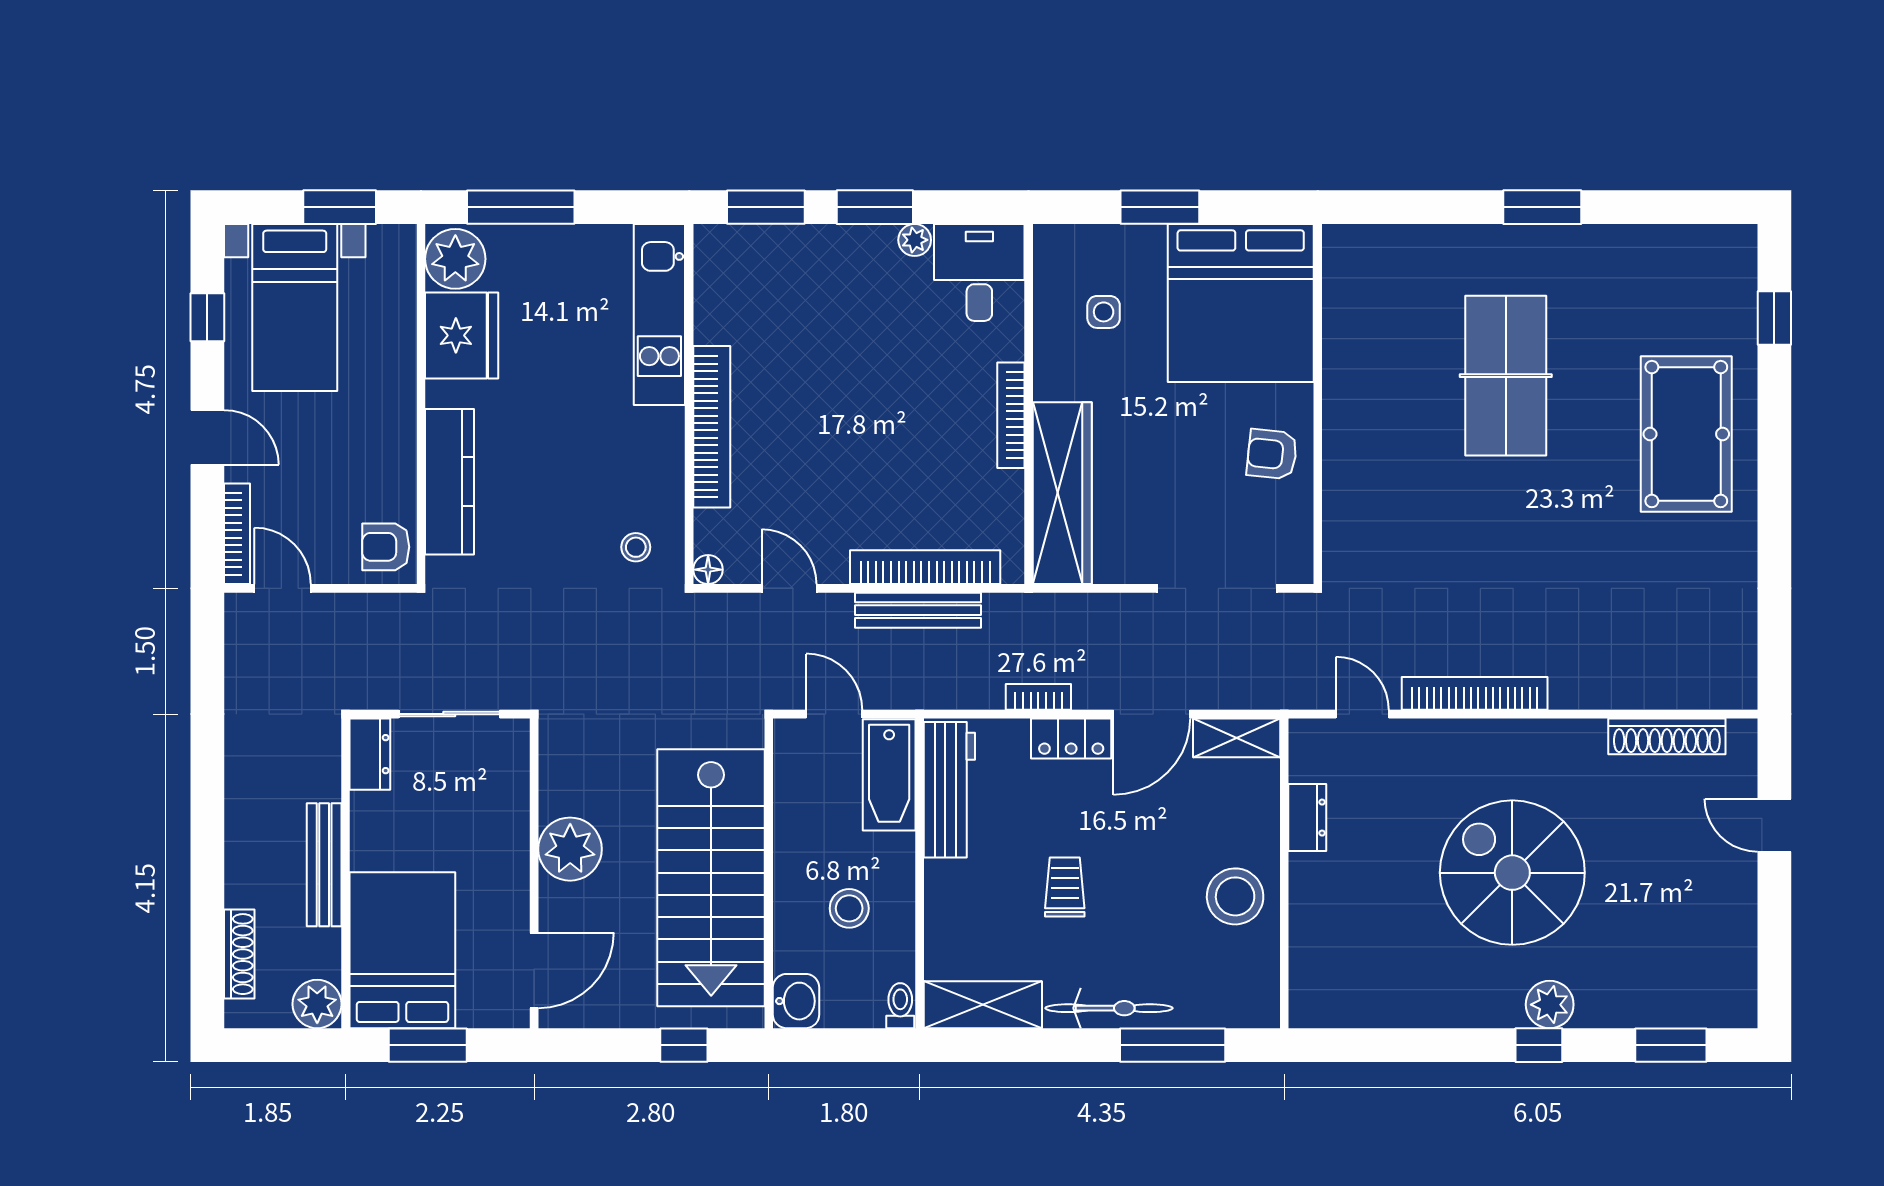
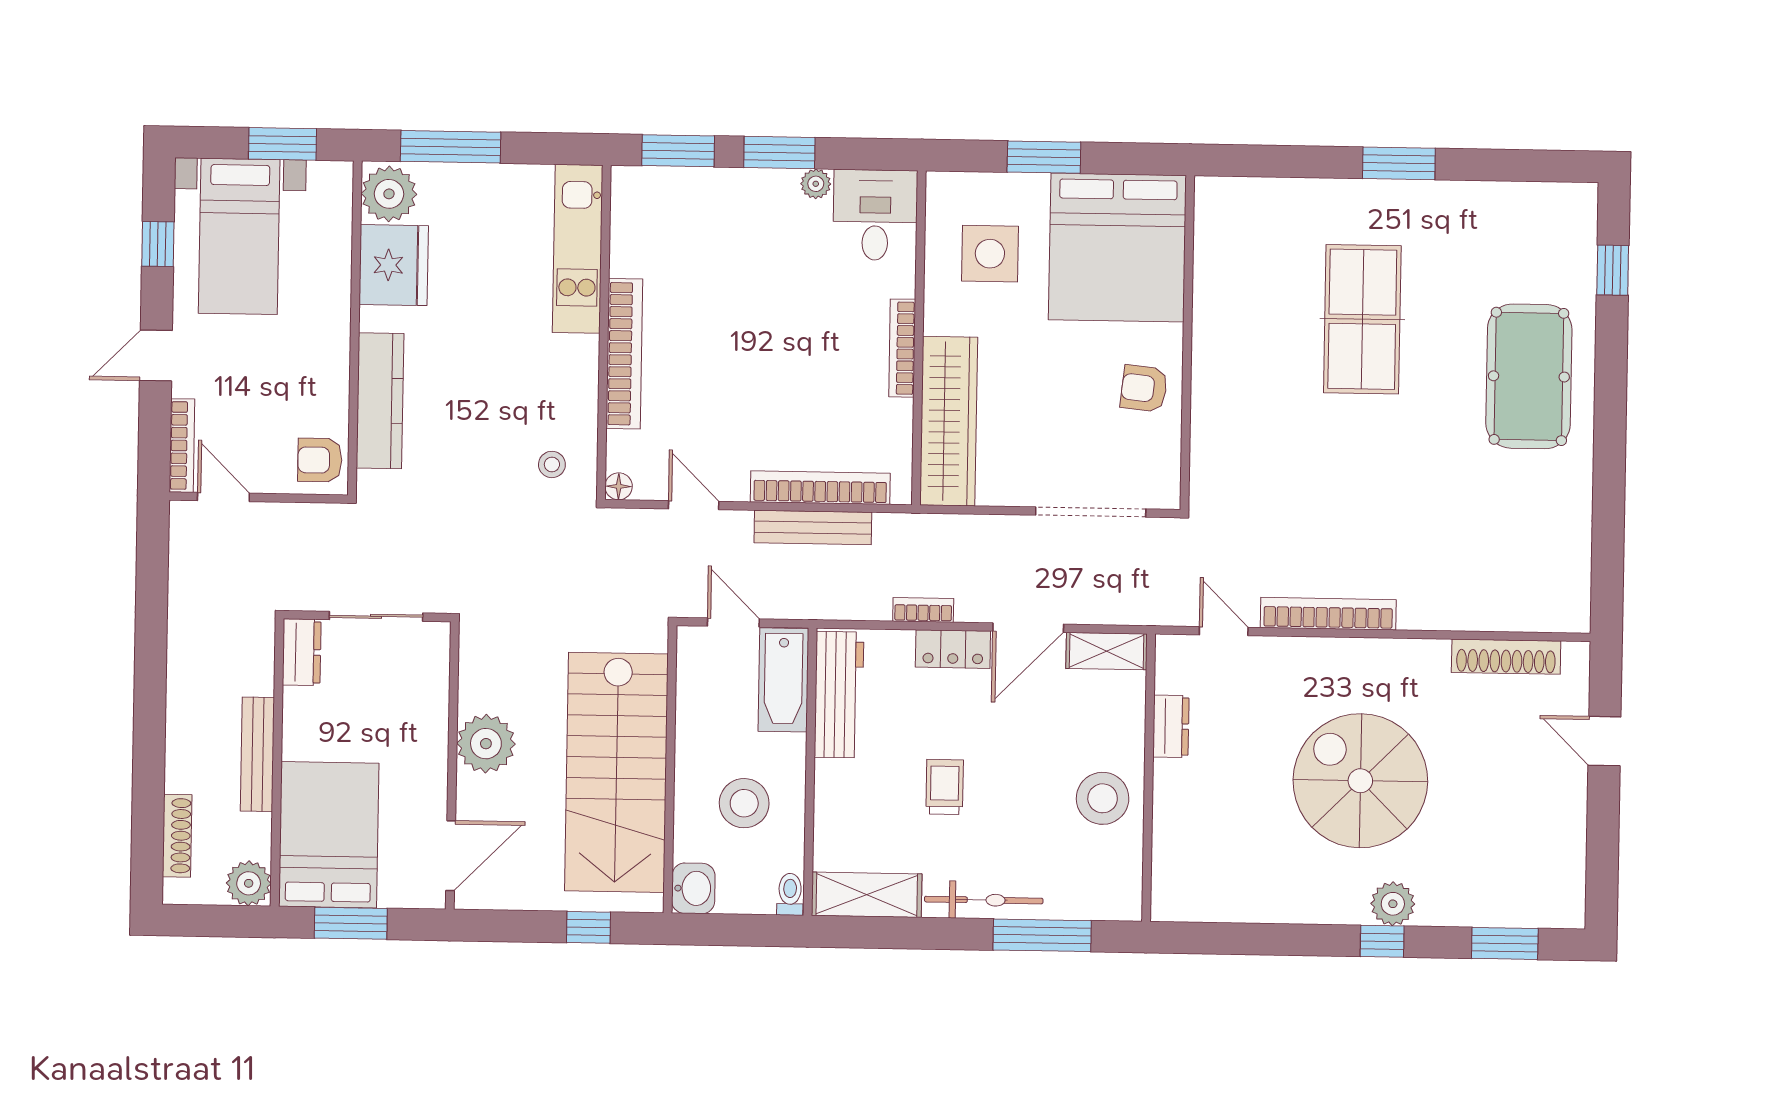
side table: (1104, 312) -> (990, 254), width x1.87, depth x1.87
door: (207, 437) -> (156, 356), swing flipped
stool: (849, 908) -> (744, 803), width x1.38, depth x1.38

